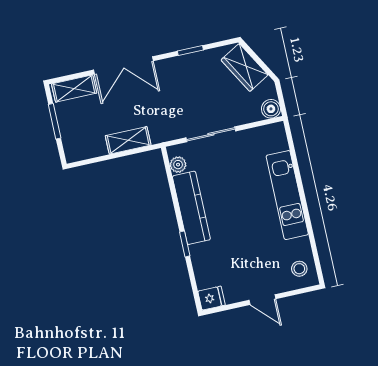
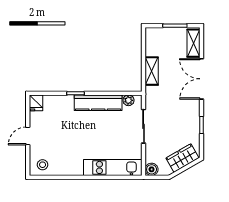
kitchen unit: (287, 195) -> (113, 167), moved

